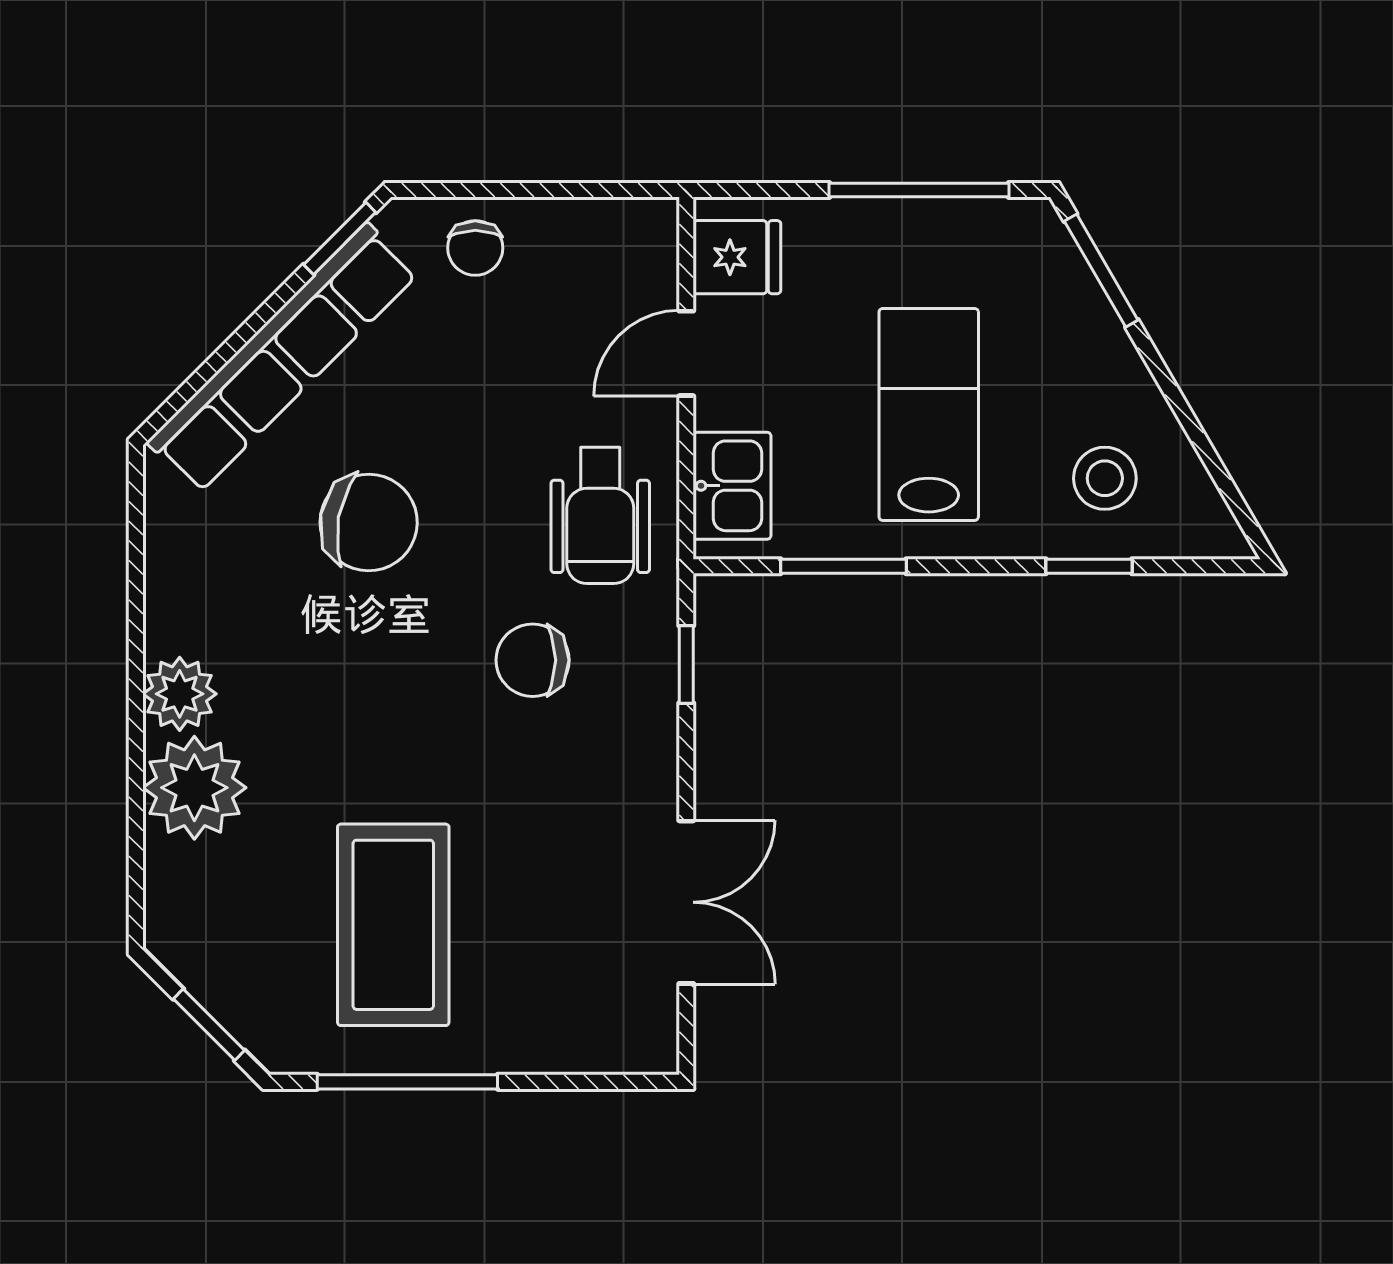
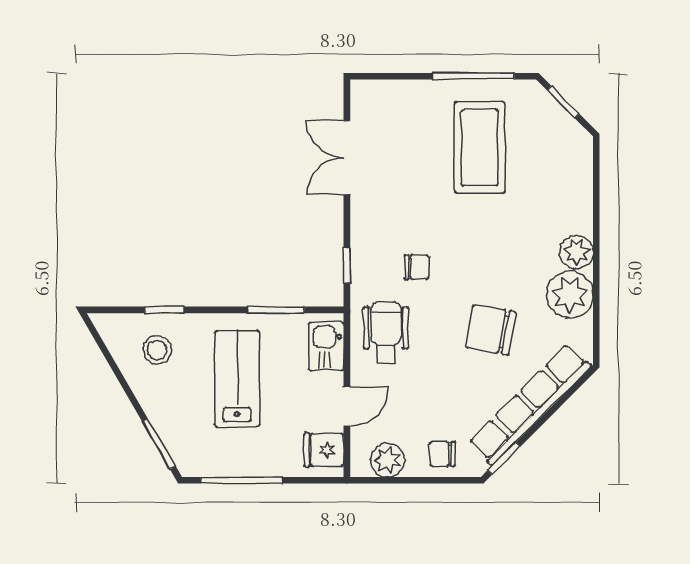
plant: (596, 234) -> (388, 460), added
chair: (475, 248) -> (443, 454), turned -90
lab bench: (929, 414) -> (237, 379), turned 180
chair: (533, 660) -> (417, 267), width x0.73, depth x0.73
plant: (194, 788) -> (570, 295), moved

